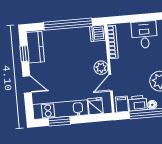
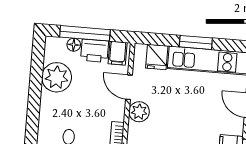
door: (111, 83) -> (129, 87), swing flipped
window: (59, 121) -> (196, 42), moved

